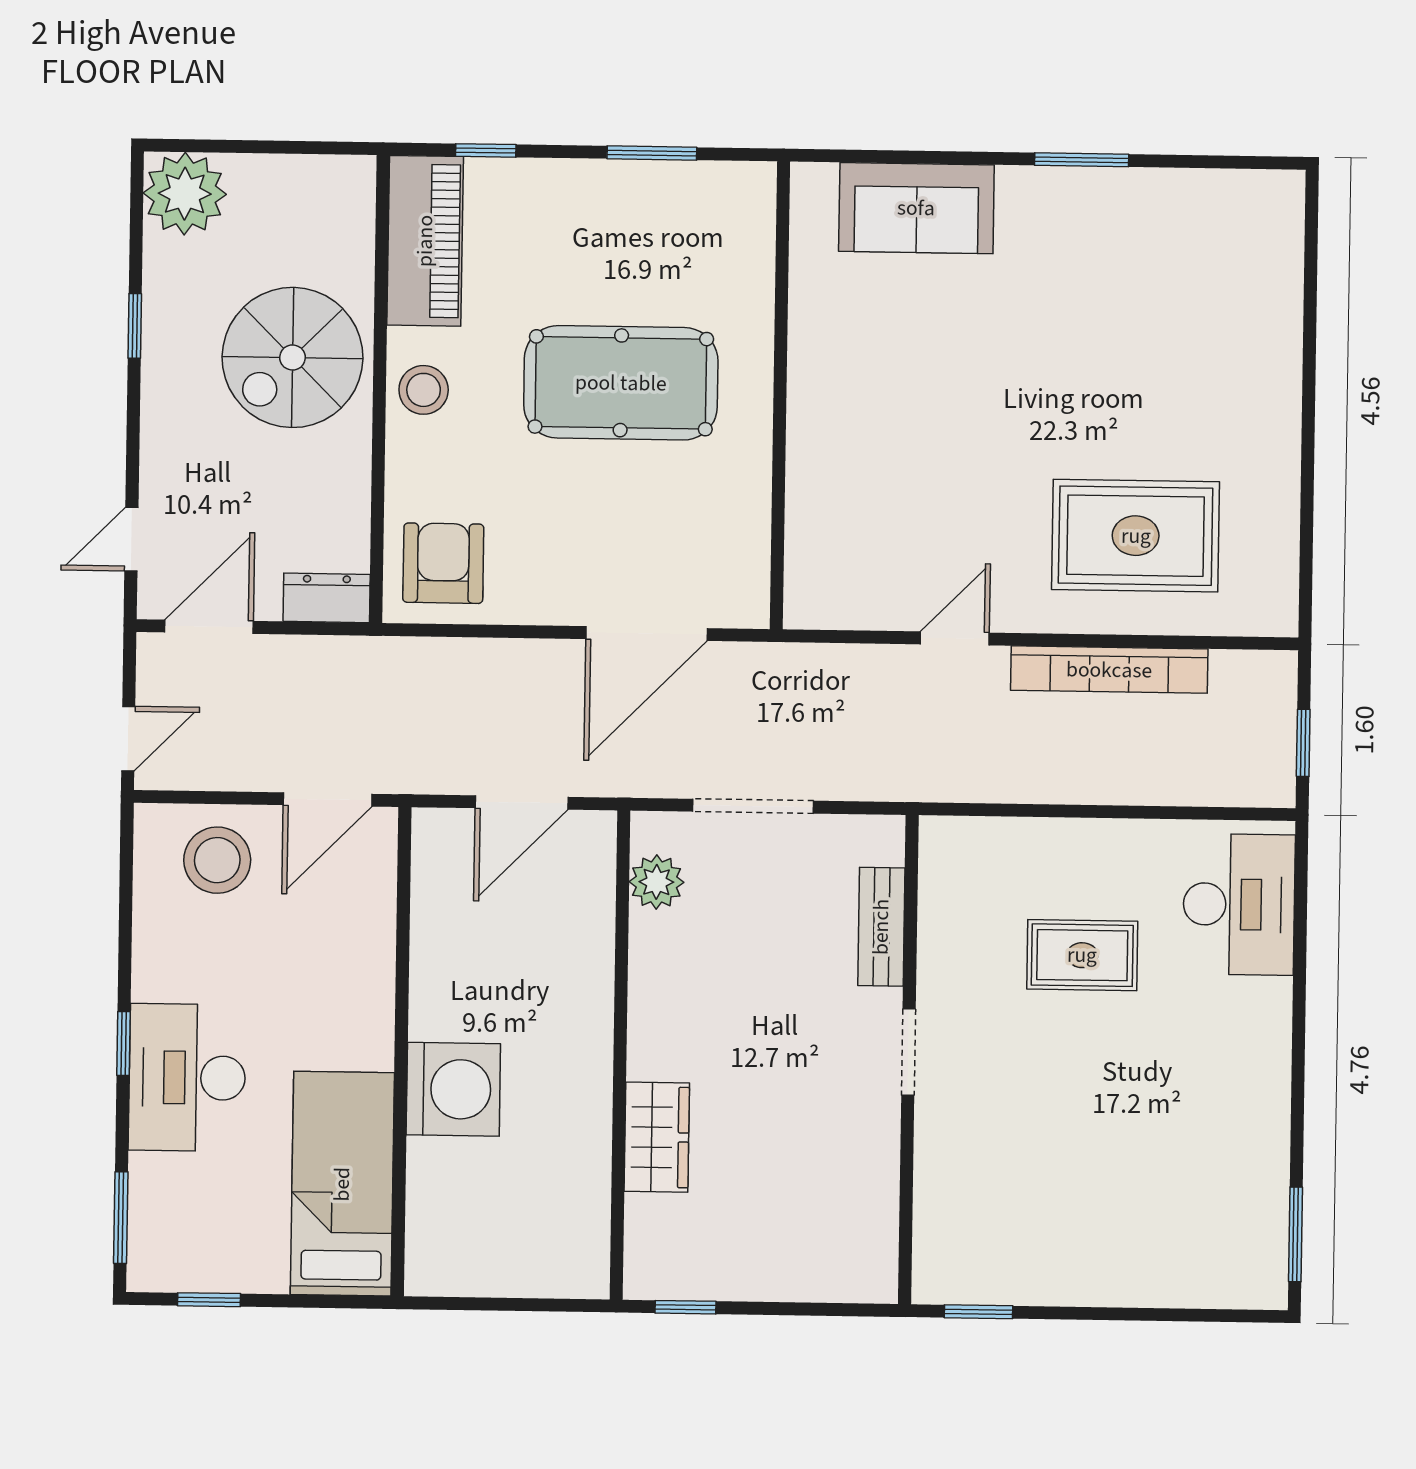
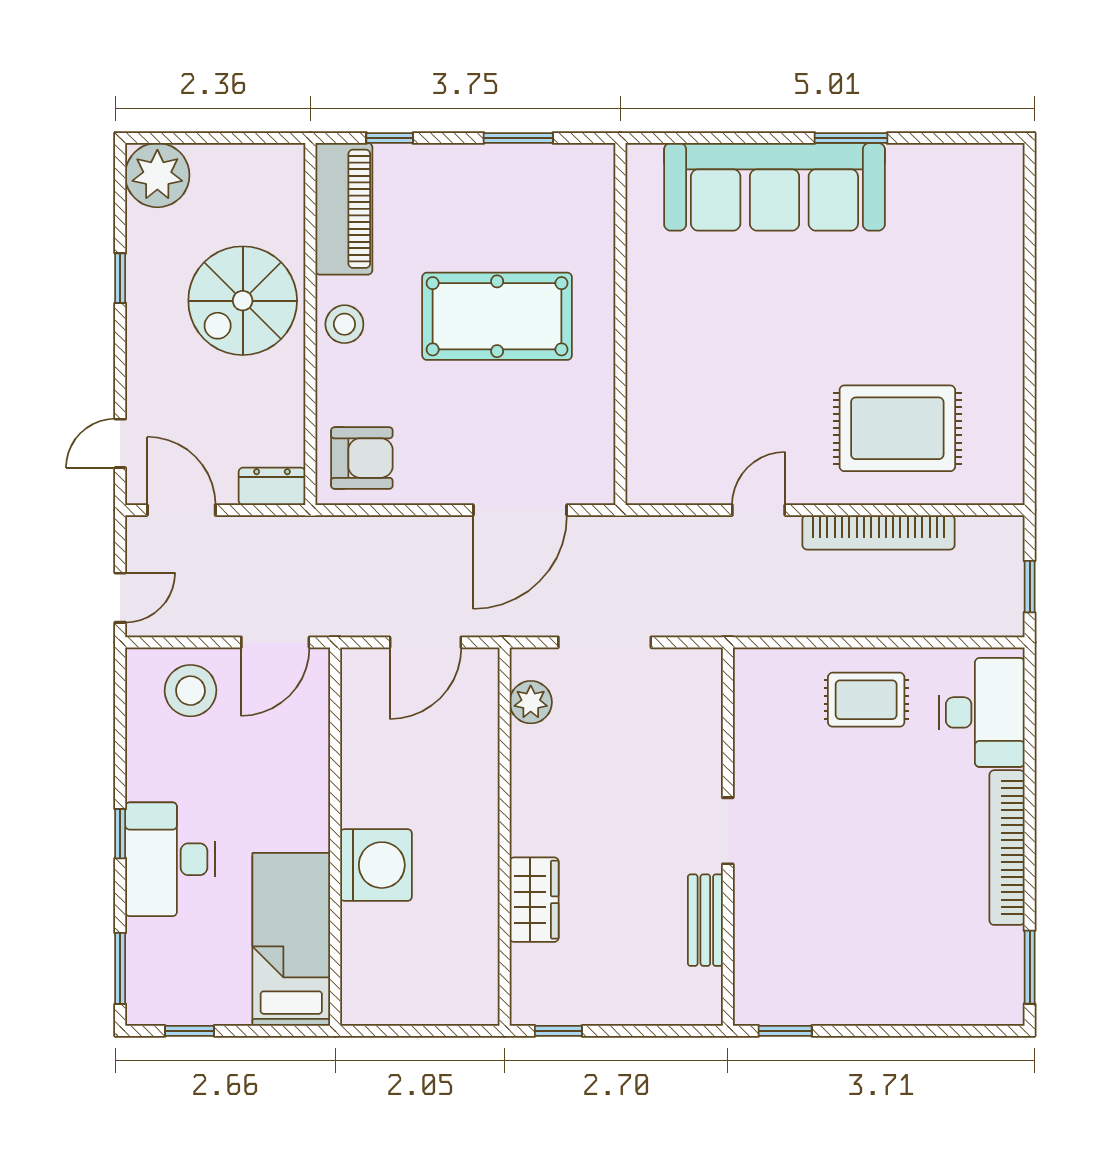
sofa: (916, 208) -> (774, 187), width x1.85, depth x1.27
armchair: (443, 563) -> (362, 458), turned 90
door: (209, 627) -> (181, 510), hinge flipped
bench: (881, 927) -> (705, 920), moved
rug: (1082, 955) -> (866, 700), moved
bookcase: (1269, 1080) -> (1007, 848), added

